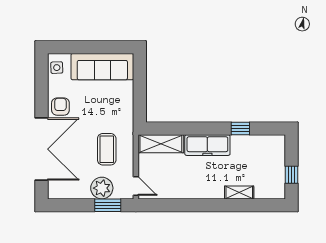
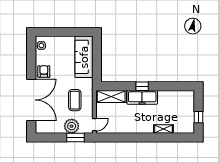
sofa: (102, 67) -> (84, 57), moved, turned 90
window: (240, 128) -> (142, 86), moved
door: (136, 186) -> (94, 125), hinge flipped

